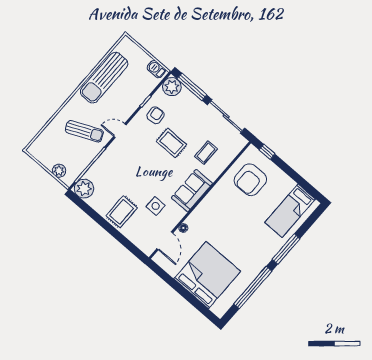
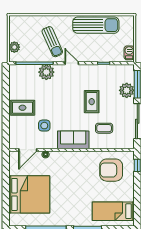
sun lounger: (104, 78) -> (96, 25), turned 180
plant: (172, 87) -> (127, 90), moved
armchair: (156, 115) -> (100, 77), removed
plant: (84, 189) -> (46, 72), moved

